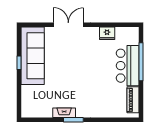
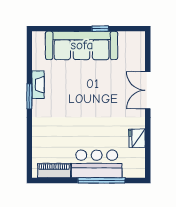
double door: (68, 25) -> (148, 90), swing flipped
sofa: (33, 56) -> (82, 45), moved

